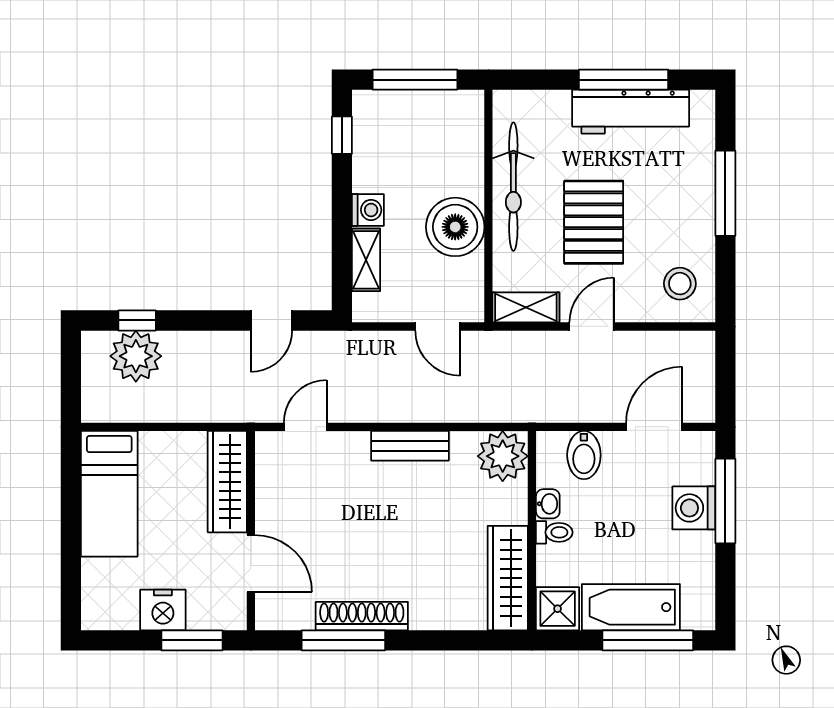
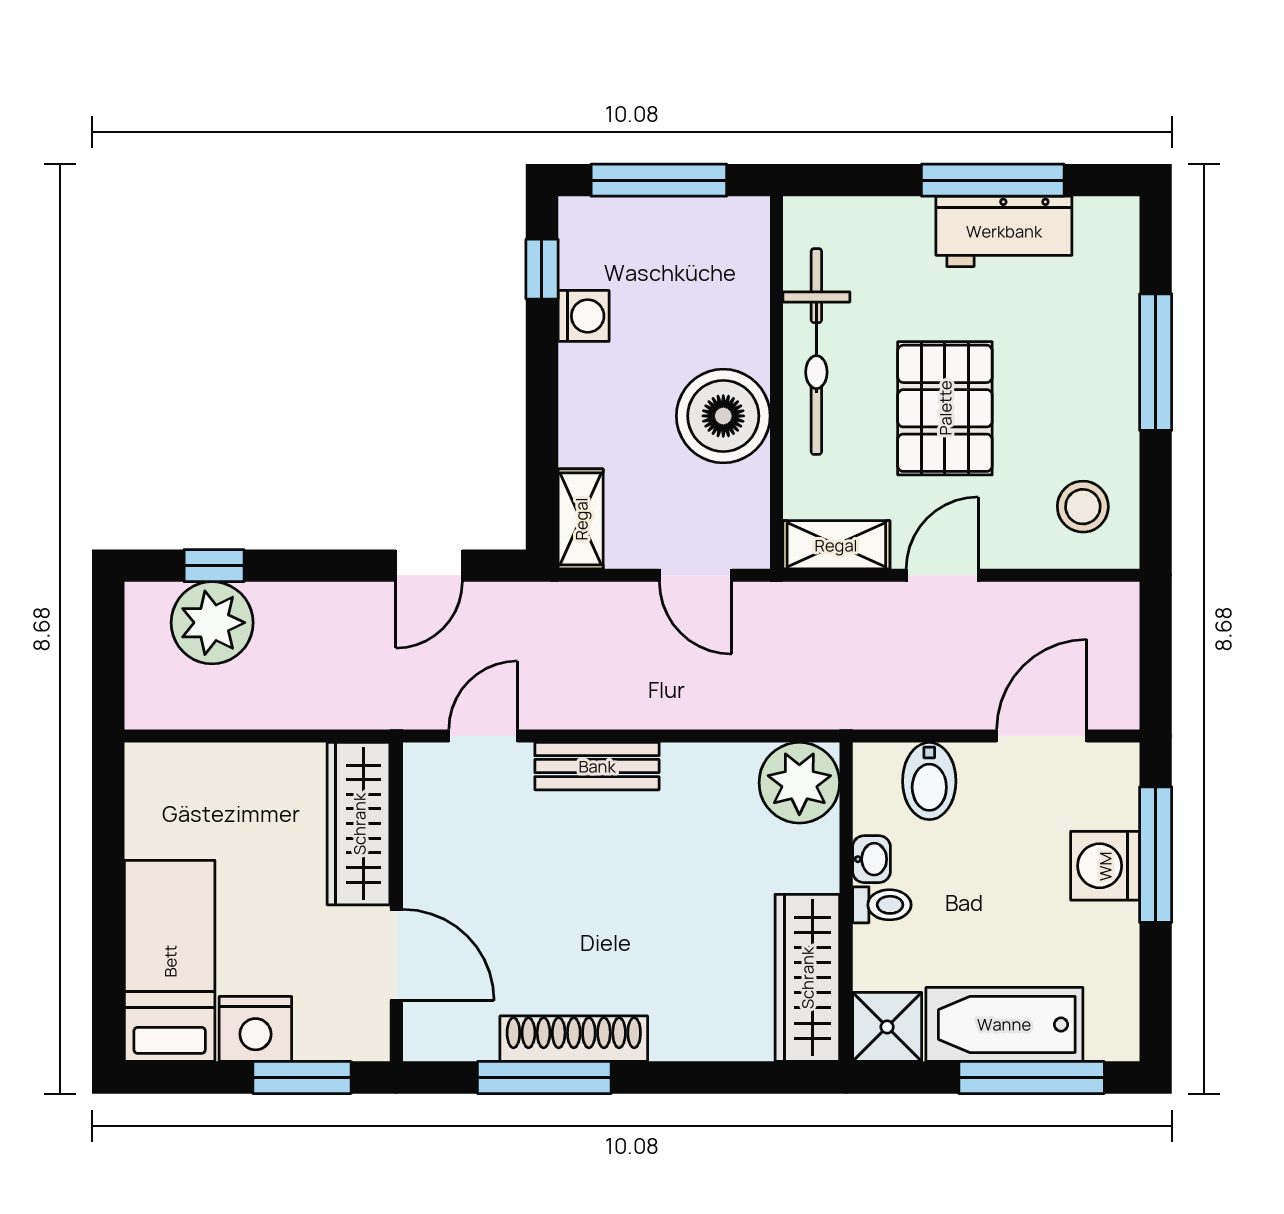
workbench: (631, 112) -> (1004, 231), width x0.73
washing machine: (368, 210) -> (584, 316), moved
shelving: (366, 260) -> (581, 519), moved
bench: (410, 446) -> (597, 766), moved
bed: (109, 494) -> (170, 961), moved, turned 180

